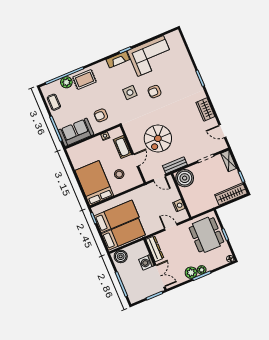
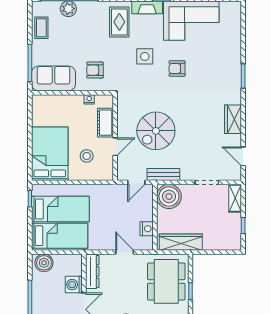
rug: (85, 79) -> (119, 22), moved, turned 90
door: (159, 178) -> (136, 182), hinge flipped
wardrobe: (231, 194) -> (181, 242), moved

